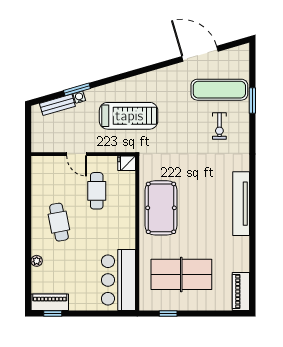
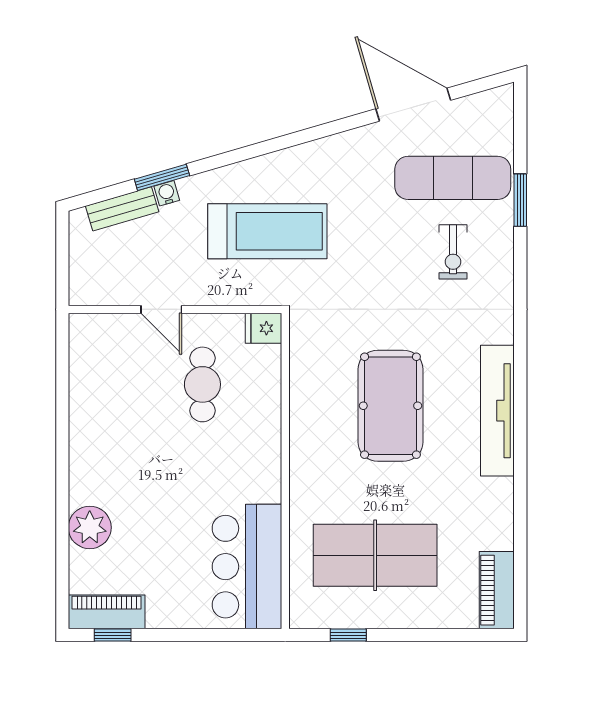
pool table: (161, 208) -> (390, 406), moved
cafe table: (59, 222) -> (125, 448), removed
plant: (37, 261) -> (90, 527), width x1.87, depth x1.87

